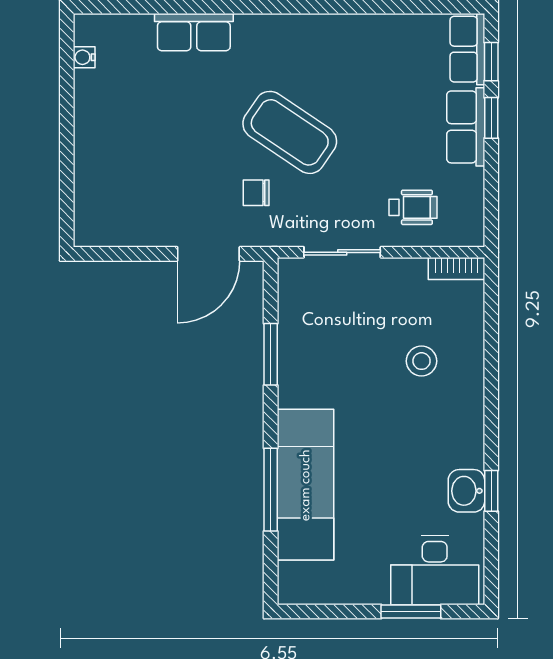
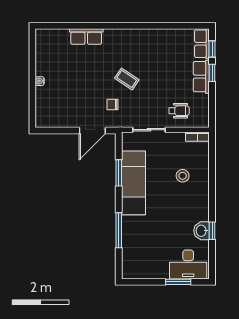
water cooler: (84, 57) -> (40, 81), moved
coffee table: (290, 132) -> (127, 79), width x0.54, depth x0.58
exam couch: (306, 485) -> (133, 183), moved

